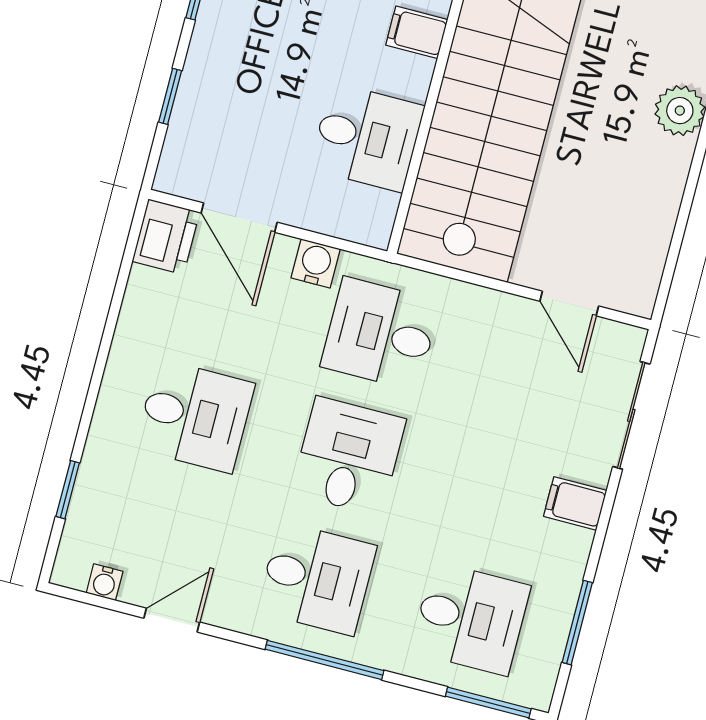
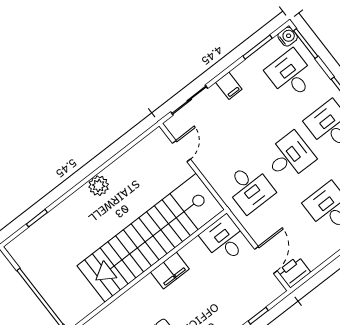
filing cabinet: (417, 32) -> (170, 270), width x2.00
desk: (367, 137) -> (224, 239), moved
water cooler: (316, 263) -> (288, 37), moved, turned 180
desk: (349, 456) -> (290, 157), turned 180

